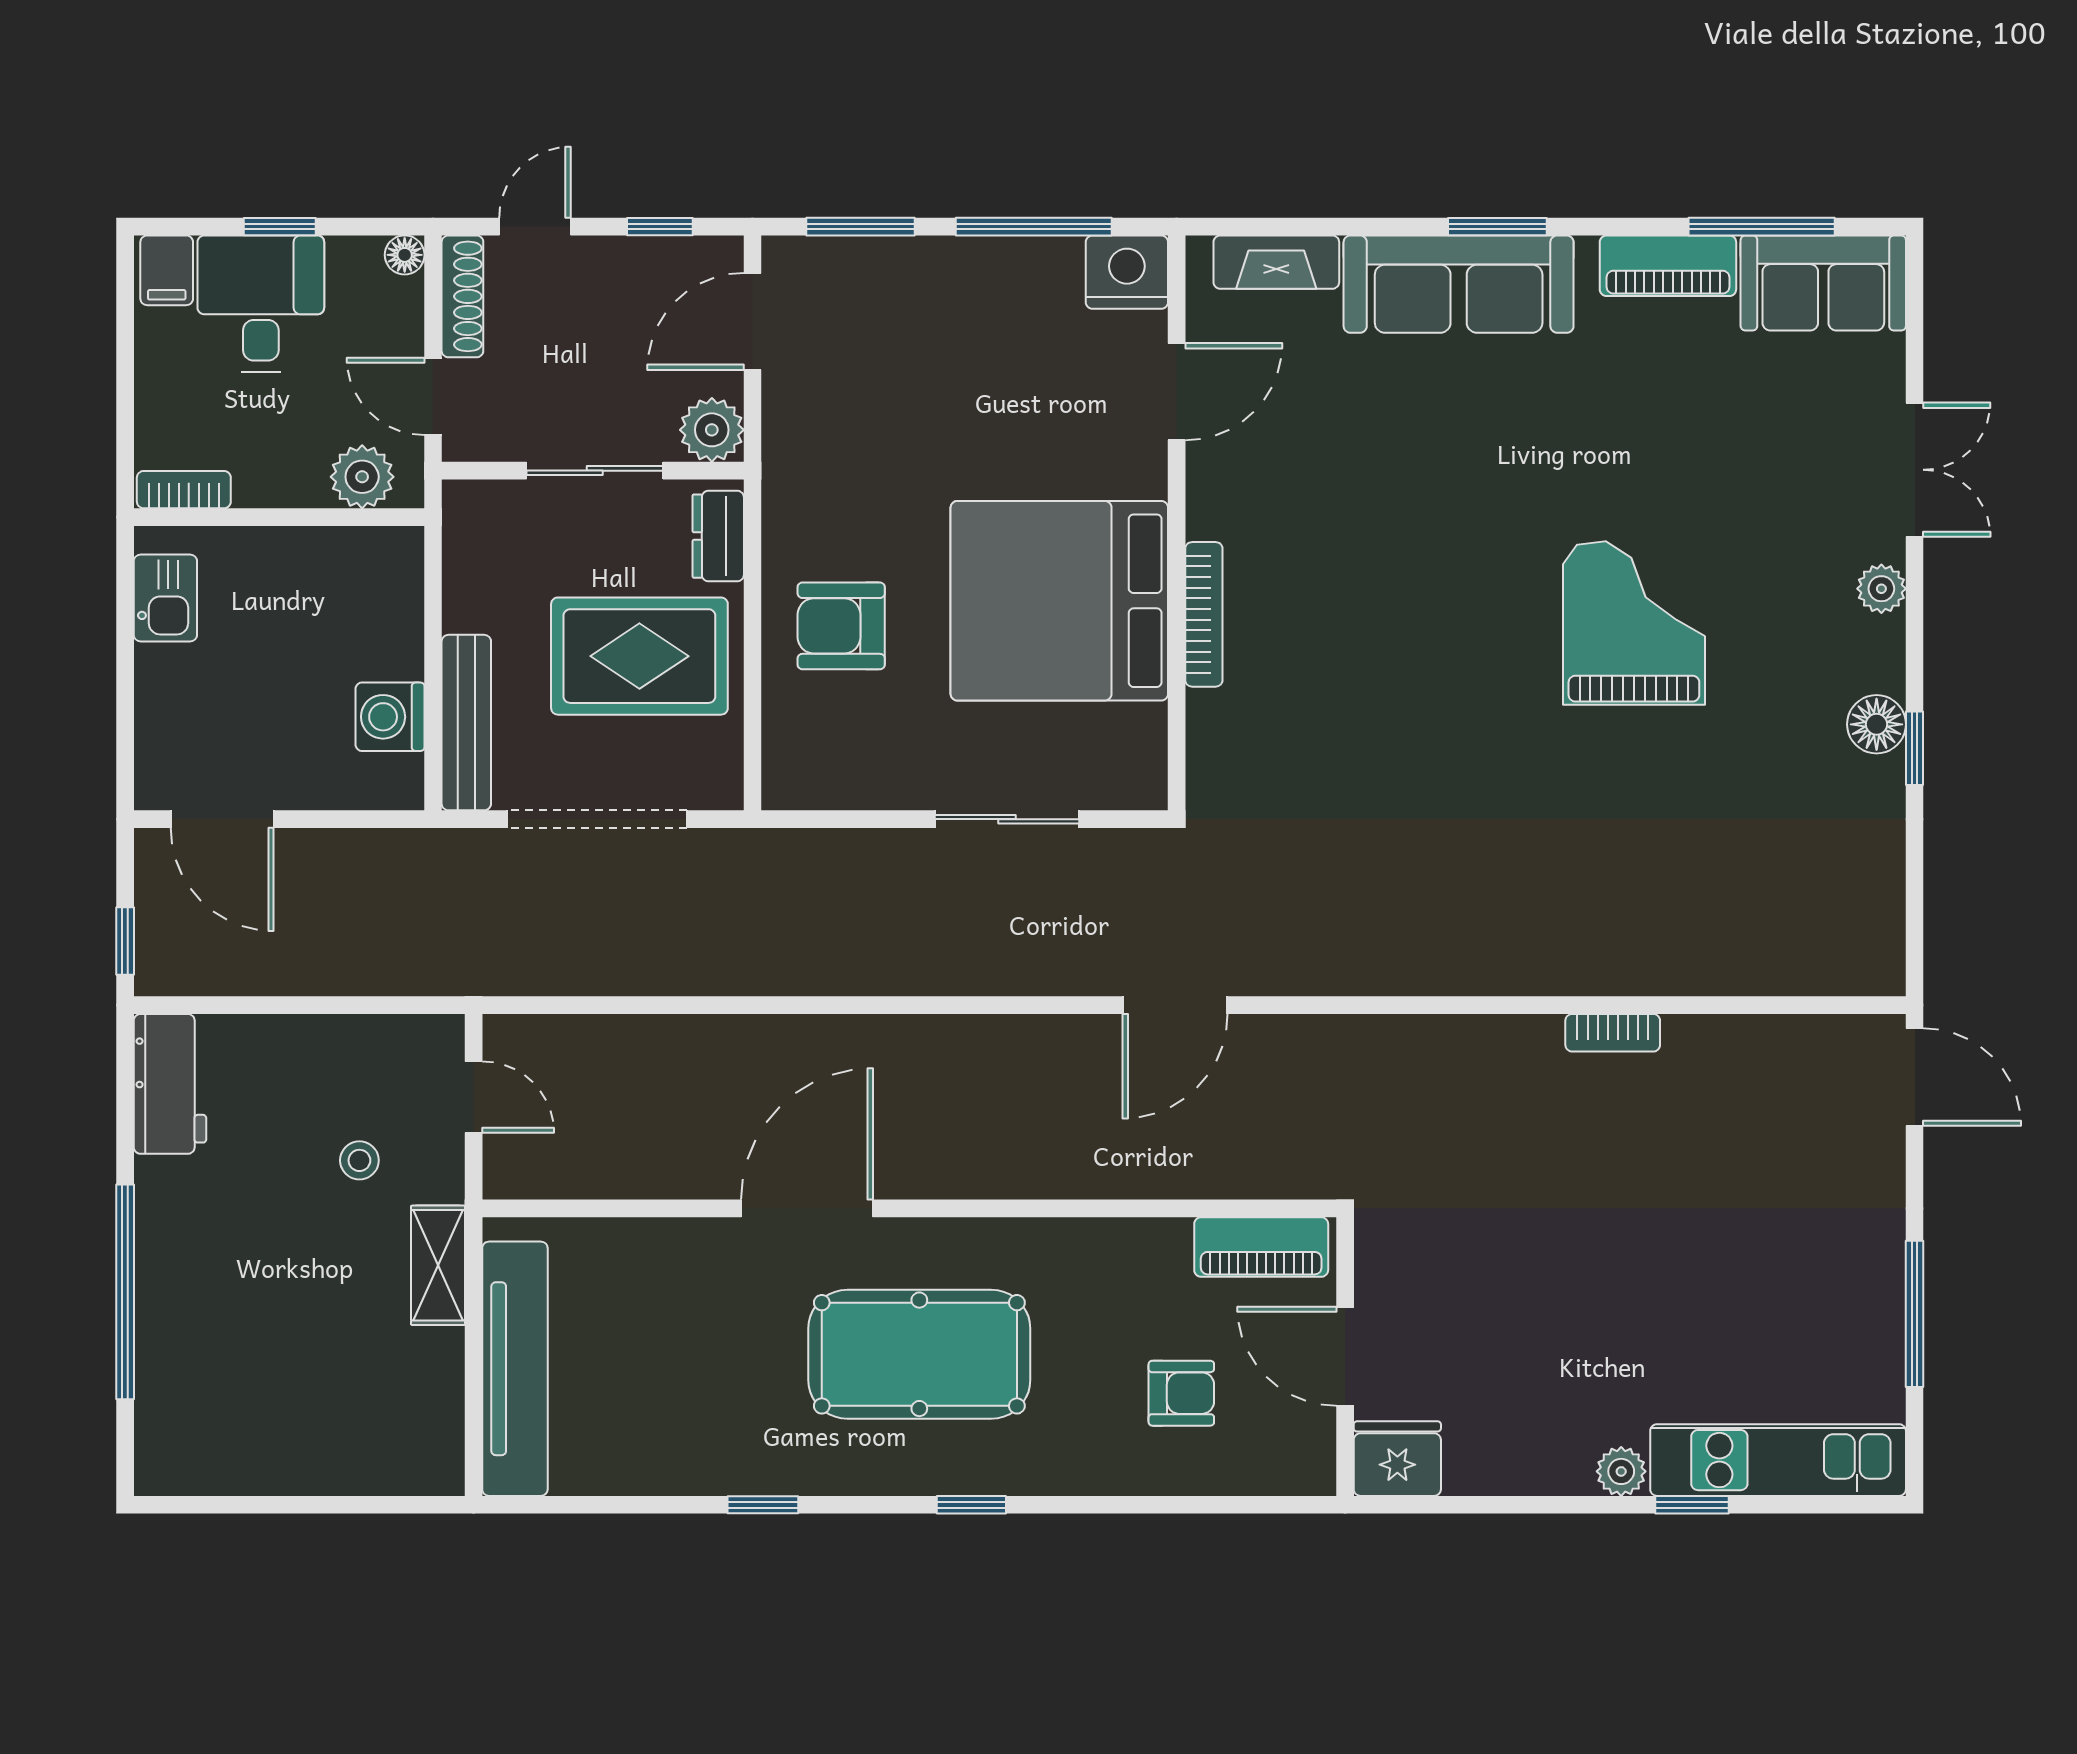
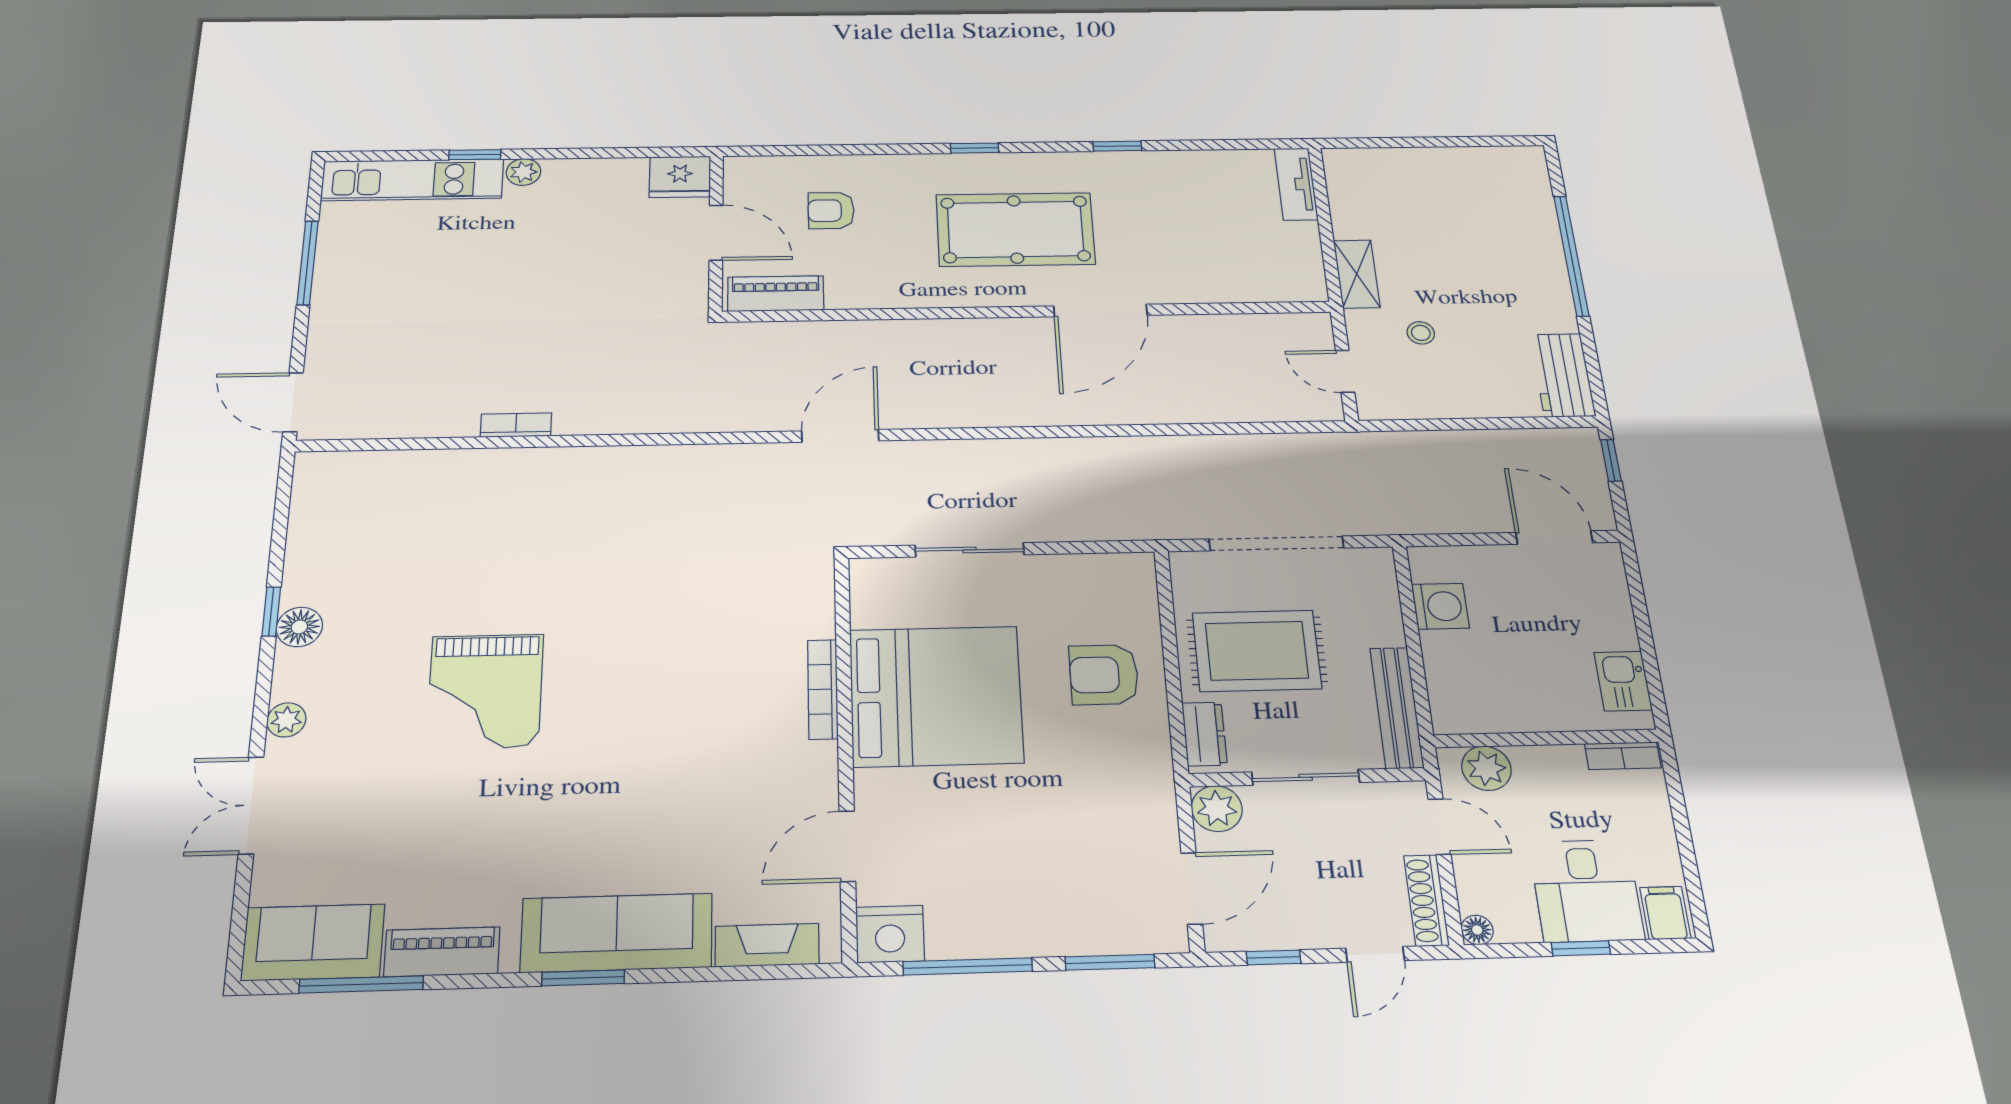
armchair: (841, 626) -> (1104, 675), turned 180
bench: (466, 723) -> (1397, 708), moved
tv unit: (515, 1369) -> (1296, 184), width x0.52, depth x0.78

